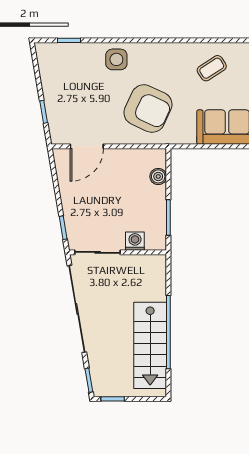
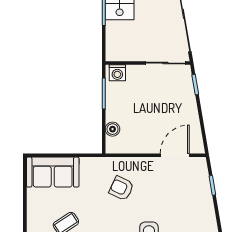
armchair: (148, 109) -> (121, 188), width x0.53, depth x0.53
washing machine: (135, 241) -> (117, 73), moved

